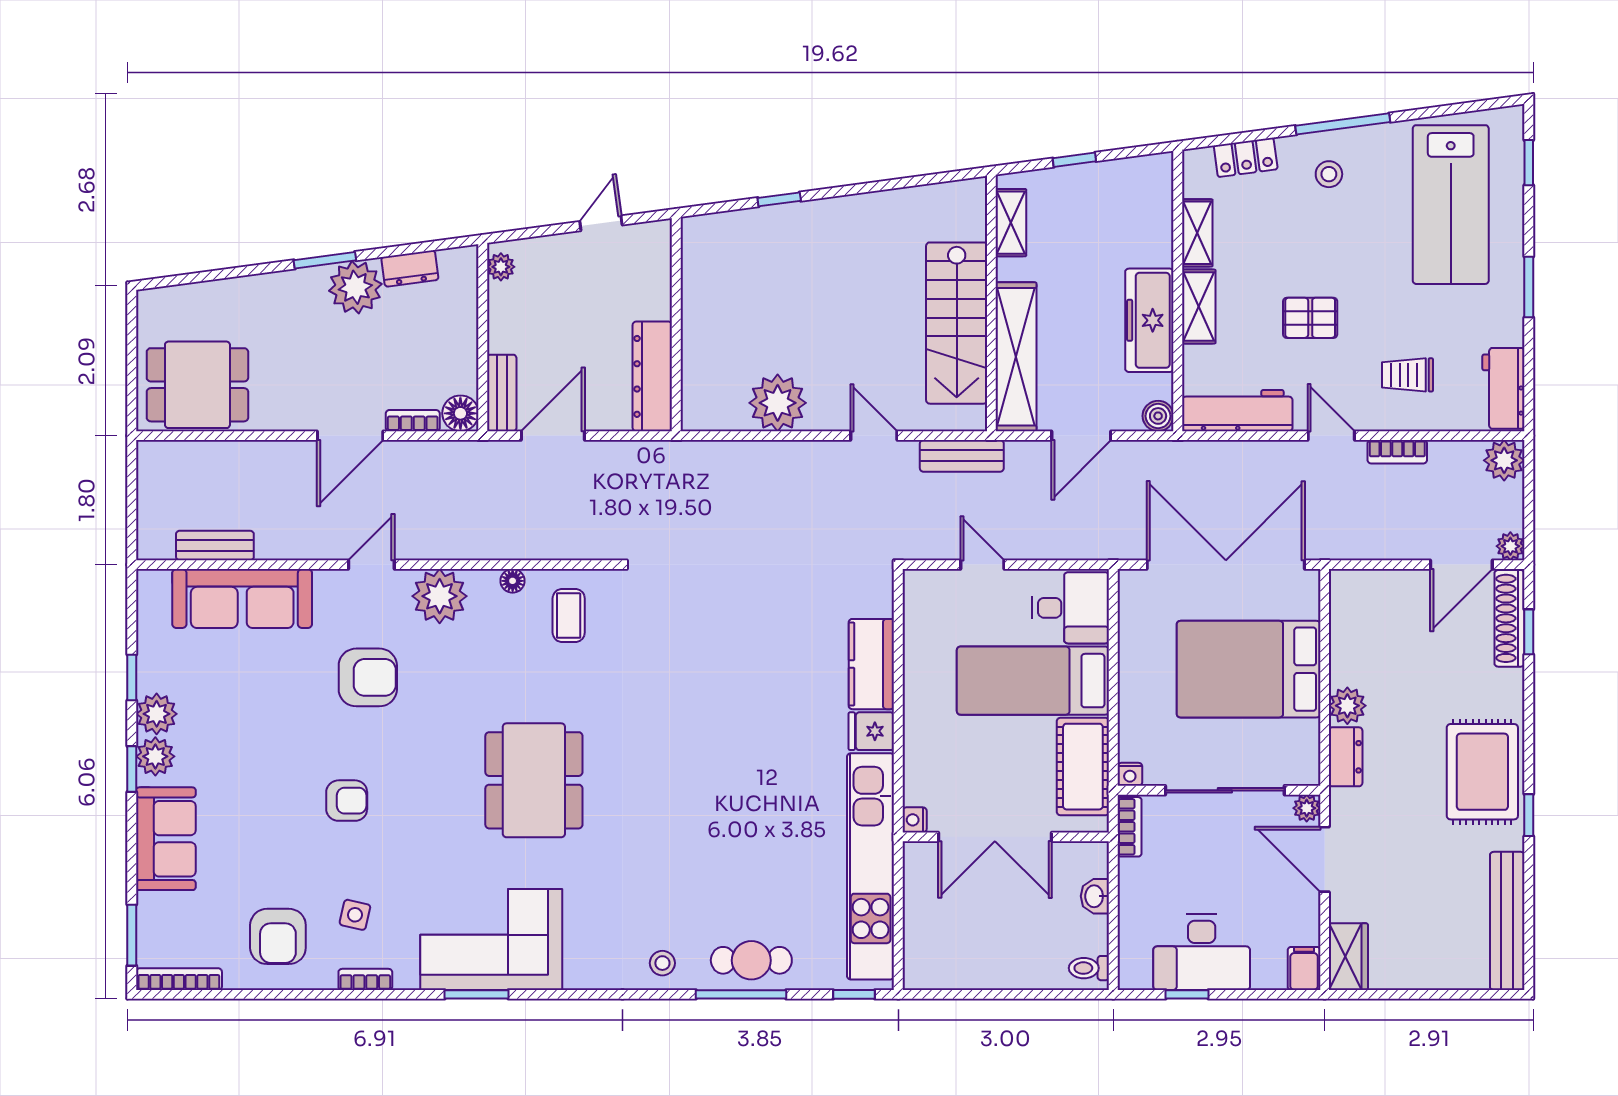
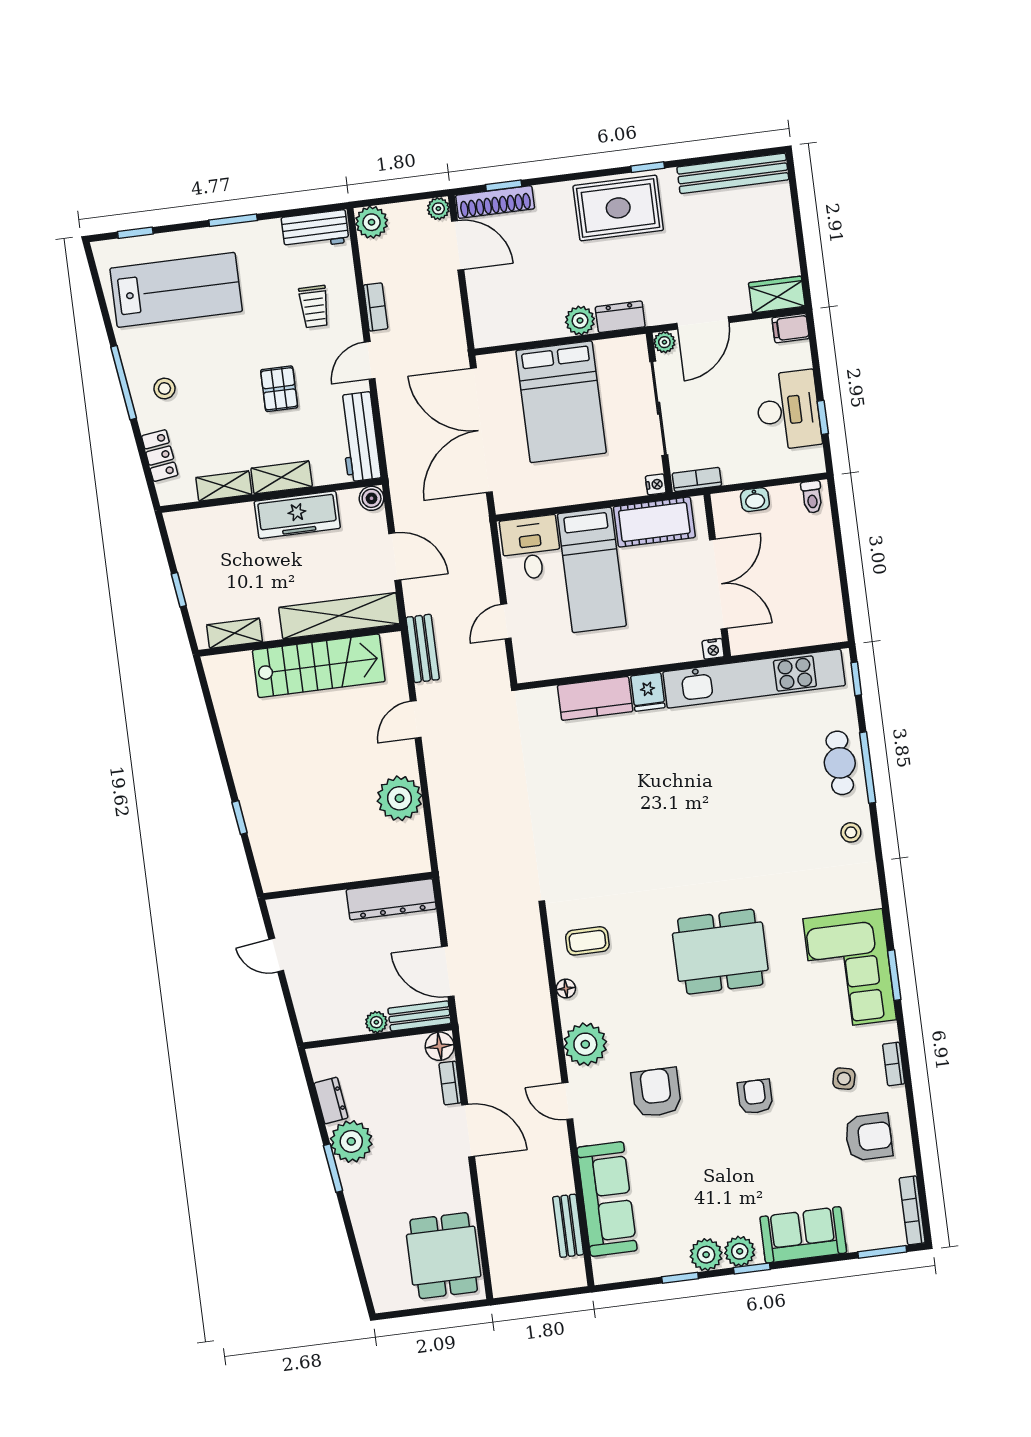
plant: (501, 267) -> (376, 1022), moved

